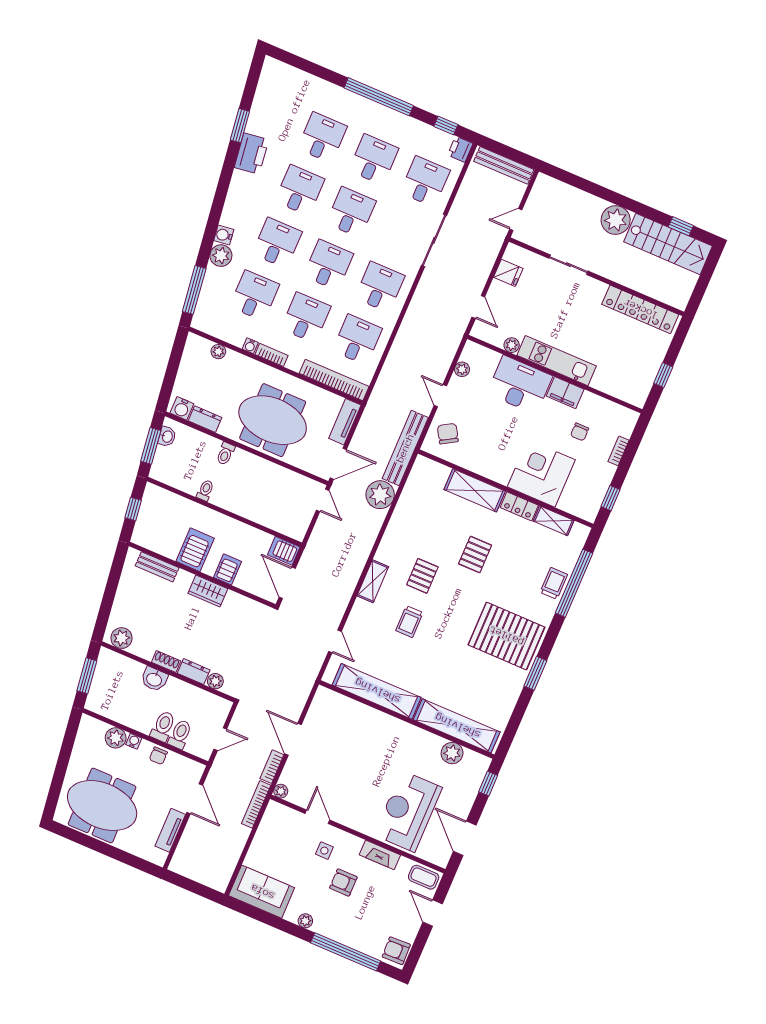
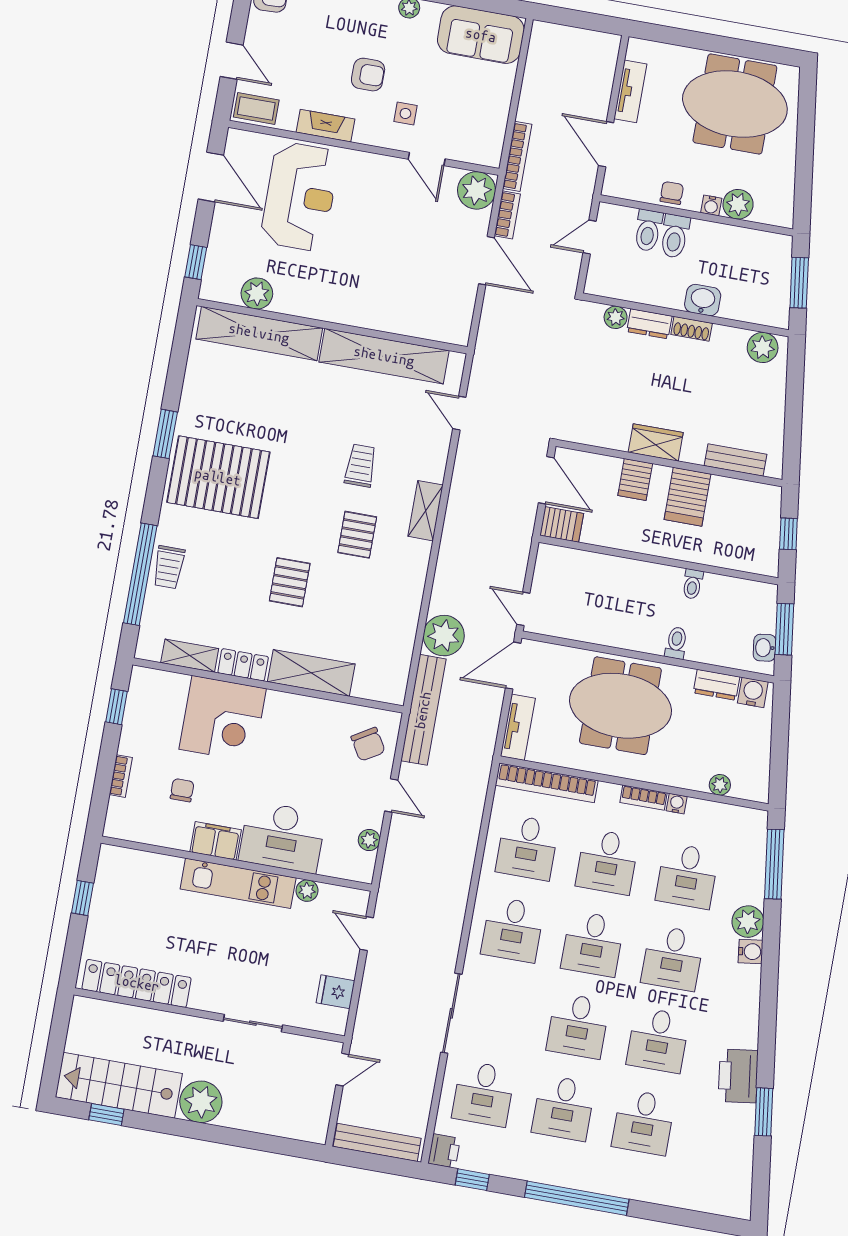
plant: (281, 791) -> (477, 190), width x1.87, depth x1.87

